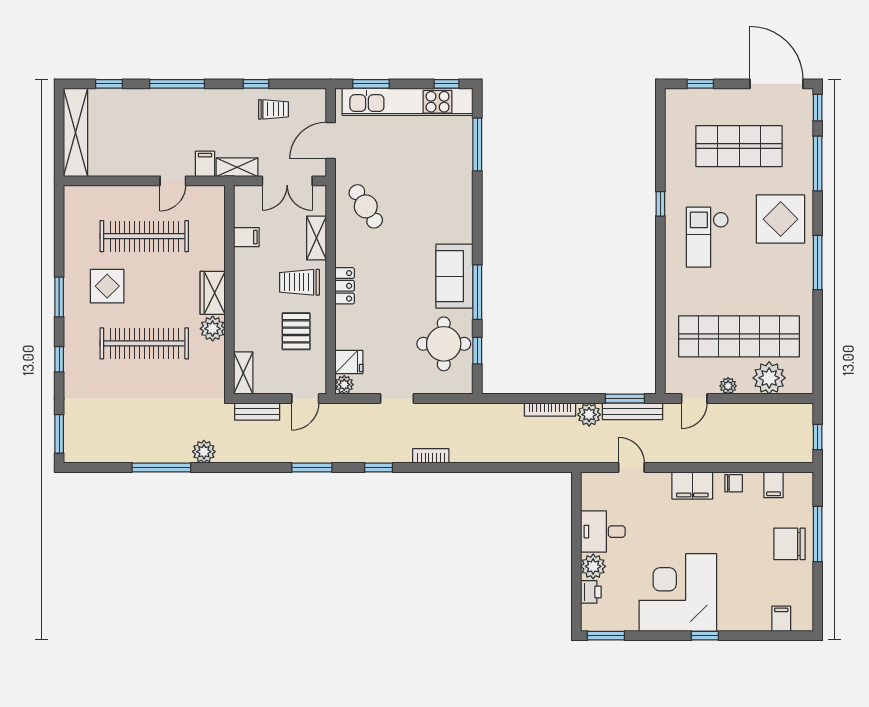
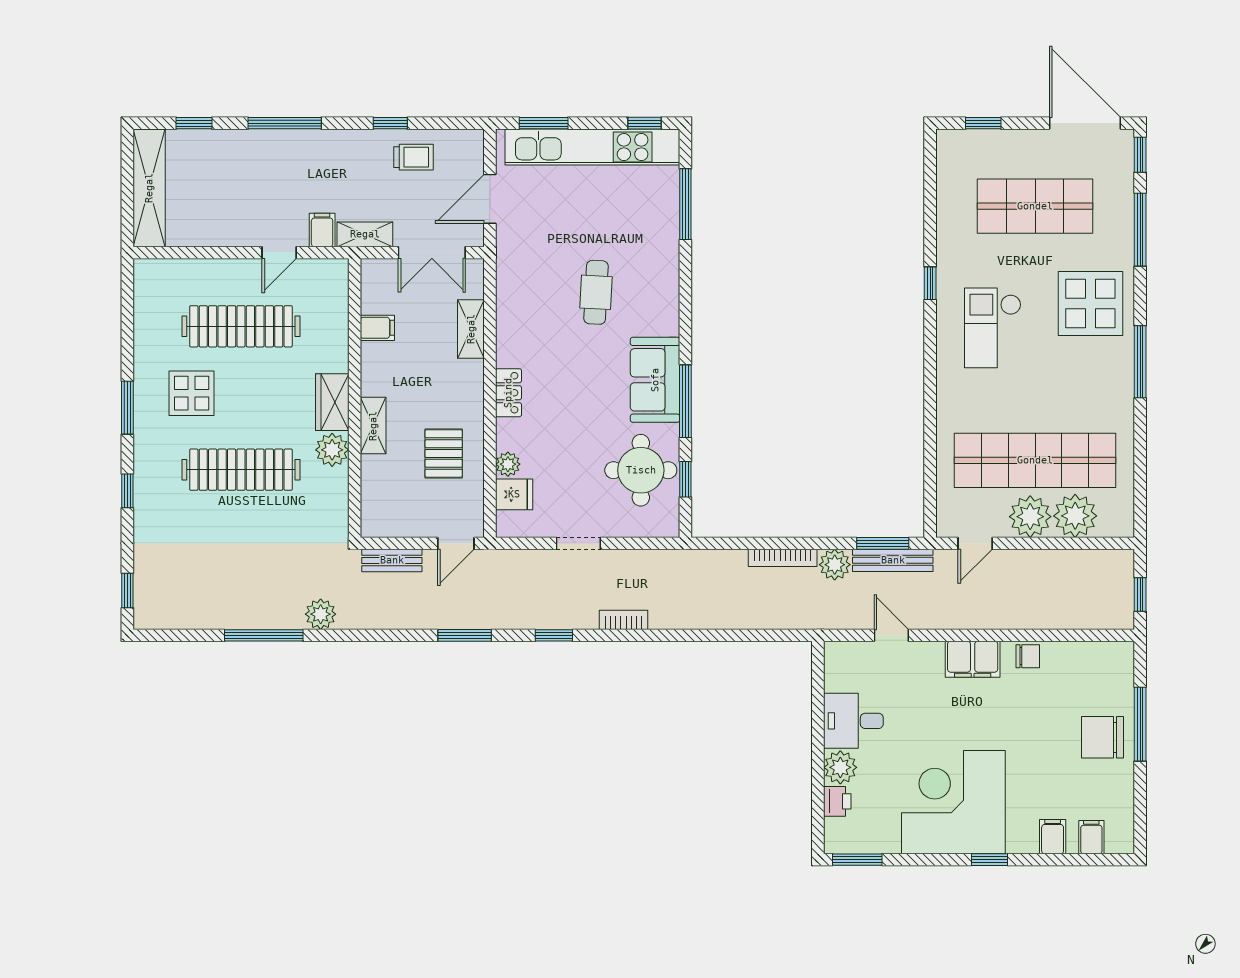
cafe table: (366, 206) -> (596, 292), moved, turned 35
trolley: (299, 282) -> (448, 388), removed
shelving: (243, 373) -> (373, 426), moved
plant: (344, 385) -> (508, 464), moved
plant: (728, 386) -> (1030, 517), width x1.88, depth x1.88
window: (59, 434) -> (127, 591), width x0.67
filing cabinet: (774, 485) -> (1053, 837), moved, turned 180

